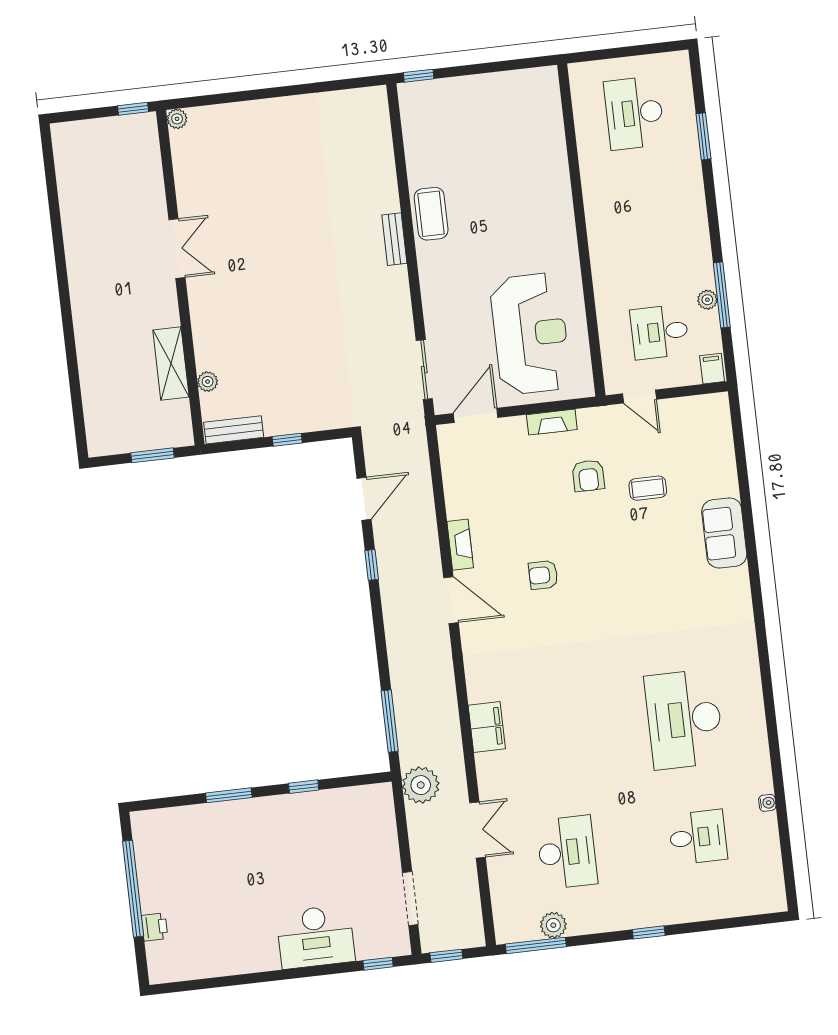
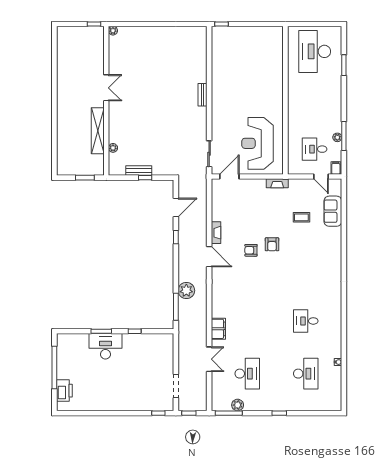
desk: (634, 113) -> (315, 51), width x1.36, depth x1.30
coffee table: (431, 214) -> (220, 85), removed
reception desk: (530, 334) -> (258, 143), turned 180
shelving: (171, 363) -> (98, 131), width x1.47
door: (639, 396) -> (321, 177), moved
fireplace: (552, 422) -> (277, 183), moved
bench: (234, 430) -> (139, 171), moved
armchair: (588, 476) -> (272, 244), moved
sofa: (724, 533) -> (333, 211), moved
desk: (684, 719) -> (306, 321), width x0.53, depth x0.77
filing cabinet: (487, 727) -> (218, 329), moved
plant: (421, 785) -> (186, 291), moved
desk: (698, 837) -> (306, 374), width x1.37
printer: (155, 927) -> (64, 391), width x1.87, depth x1.48
desk: (316, 937) -> (105, 346), moved, turned 180

